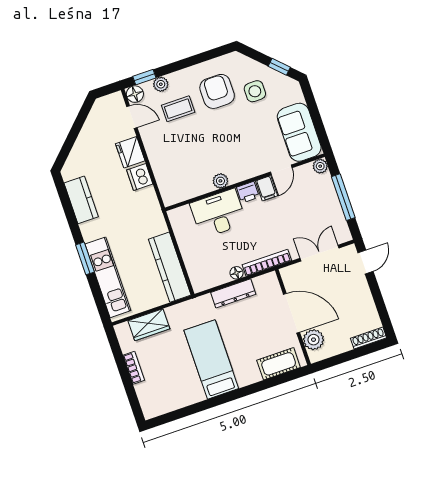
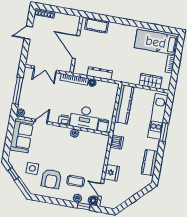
dishwasher: (140, 177) -> (117, 142), moved
filing cabinet: (266, 188) -> (103, 126), moved
door: (366, 262) -> (28, 33), moved
plant: (314, 340) -> (72, 28), removed
bed: (211, 359) -> (156, 42), moved, turned 90

